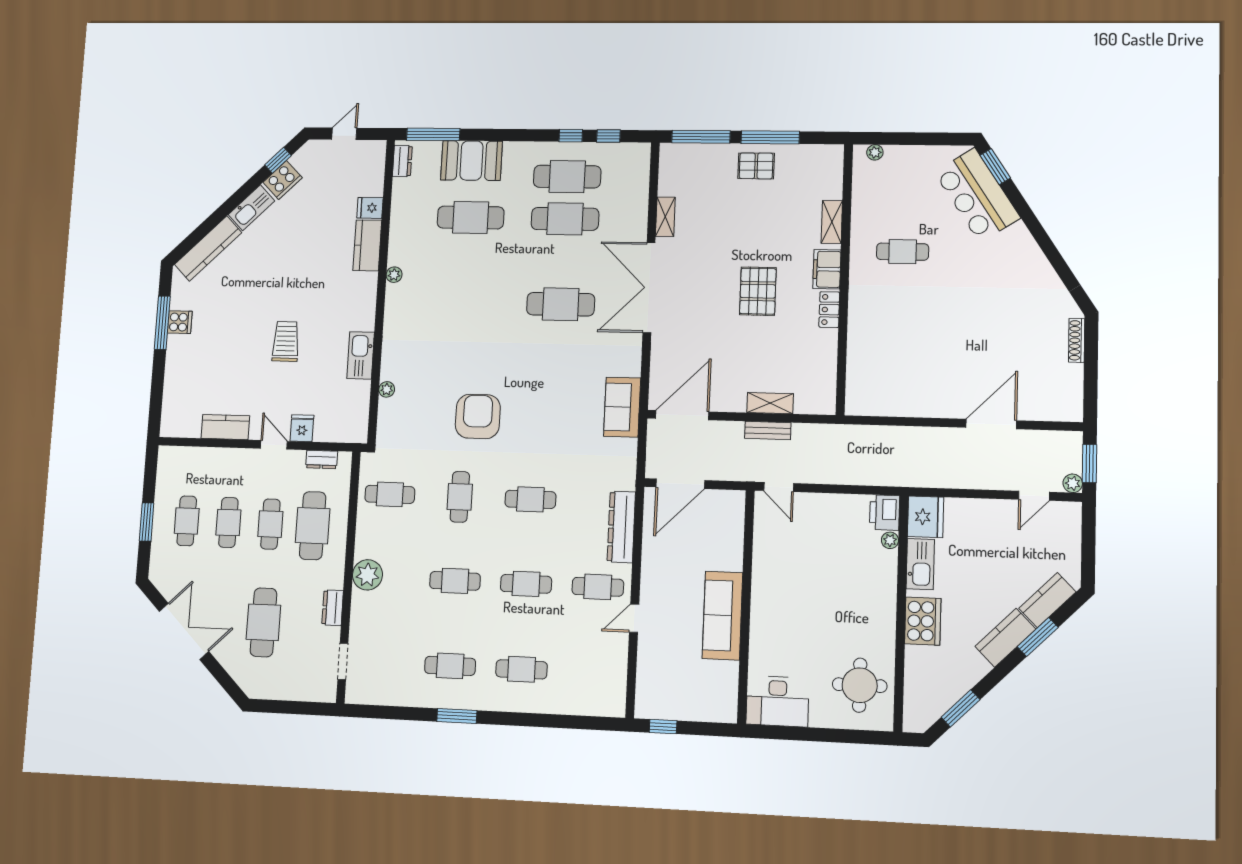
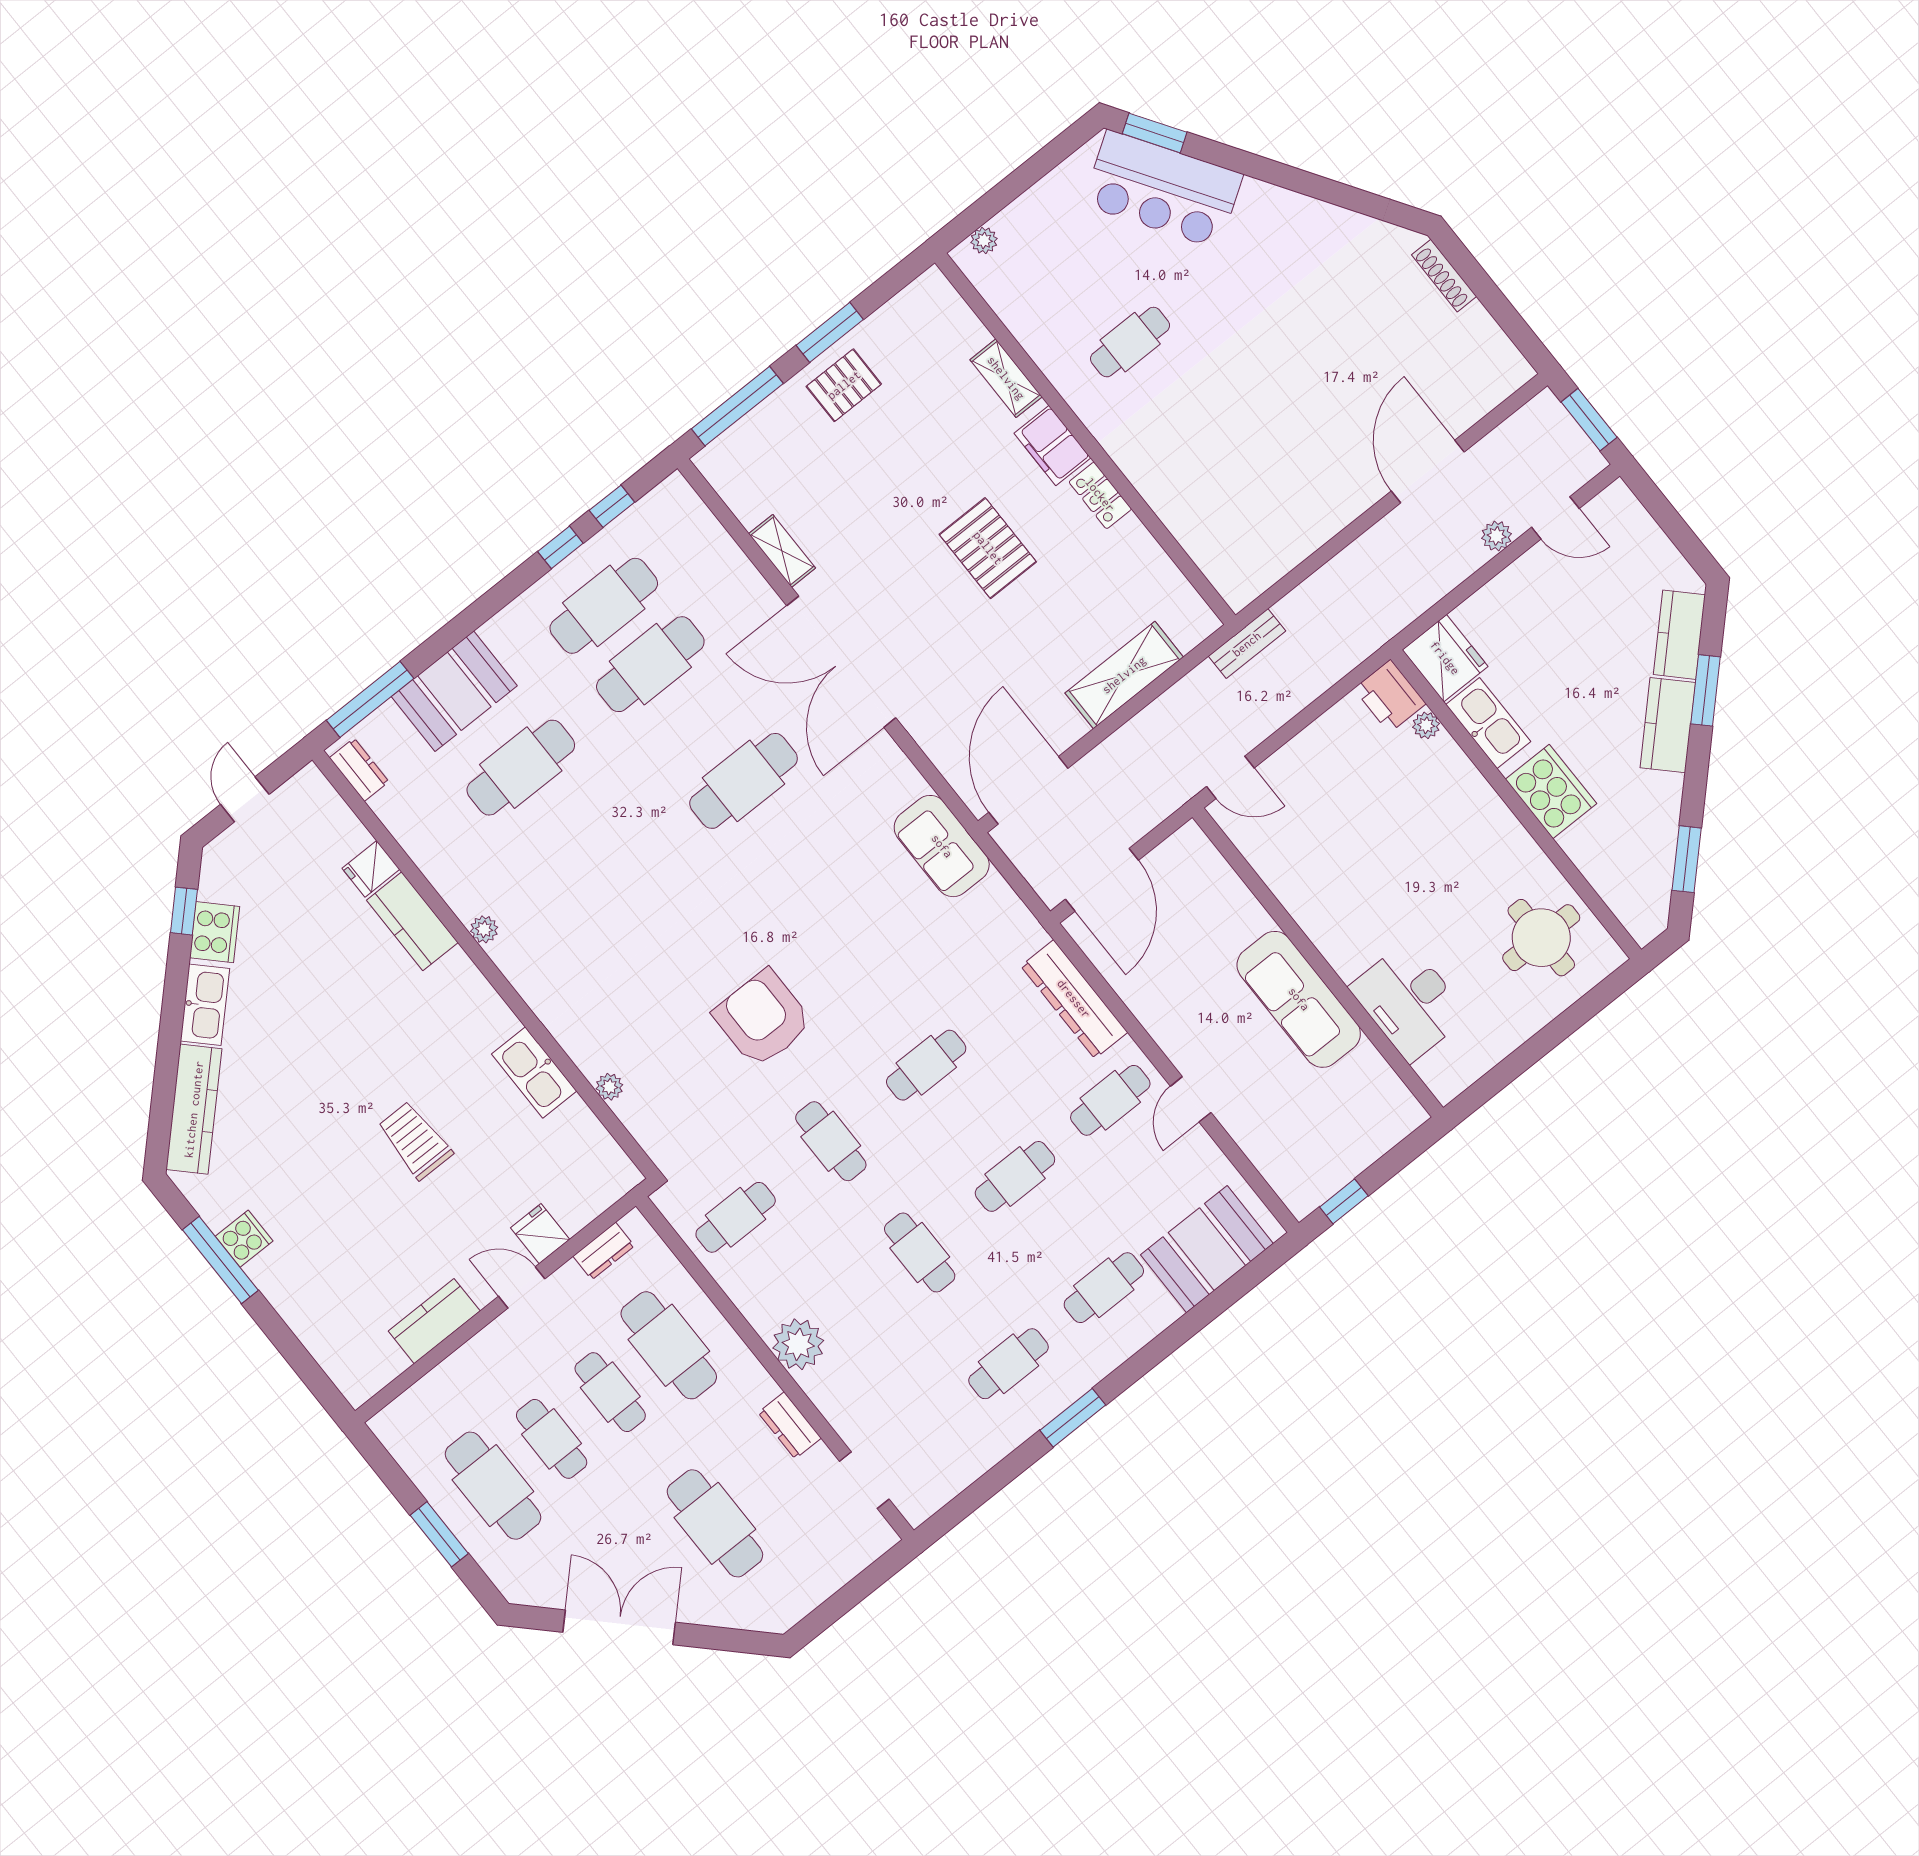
window: (770, 137) -> (830, 332), width x0.69
shelving: (770, 403) -> (1124, 675), width x1.50, depth x1.33
bench: (768, 431) -> (1247, 644), moved
plant: (1073, 483) -> (1497, 536), moved
door: (1034, 496) -> (1555, 518), hinge flipped
cafe table: (187, 521) -> (493, 1486), width x1.37, depth x1.35
cafe table: (455, 581) -> (920, 1252), turned 90
booth: (582, 693) -> (1207, 1249), added
desk: (777, 701) -> (1409, 1002), moved, turned 90

